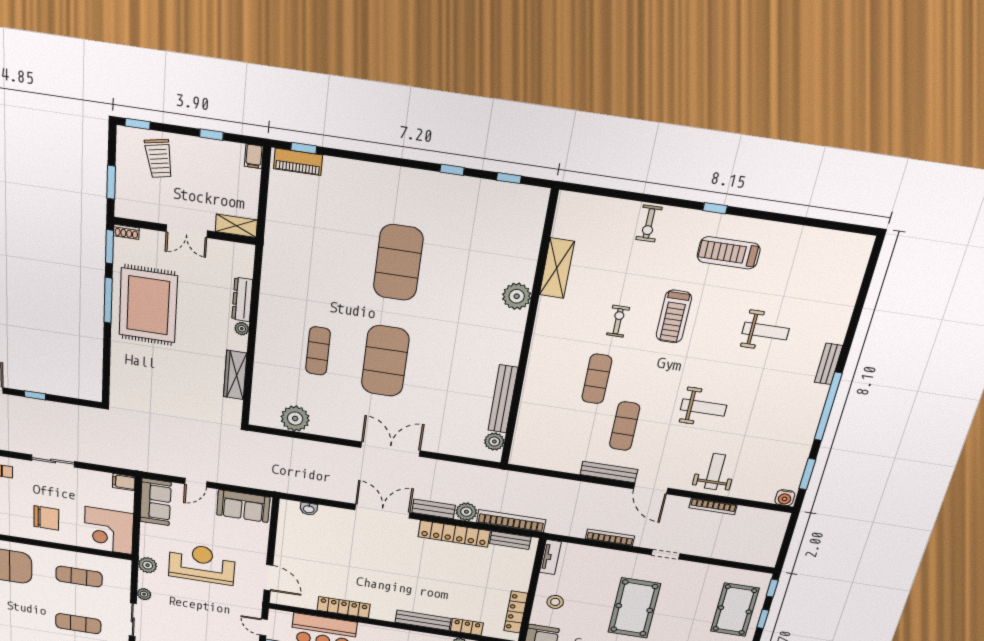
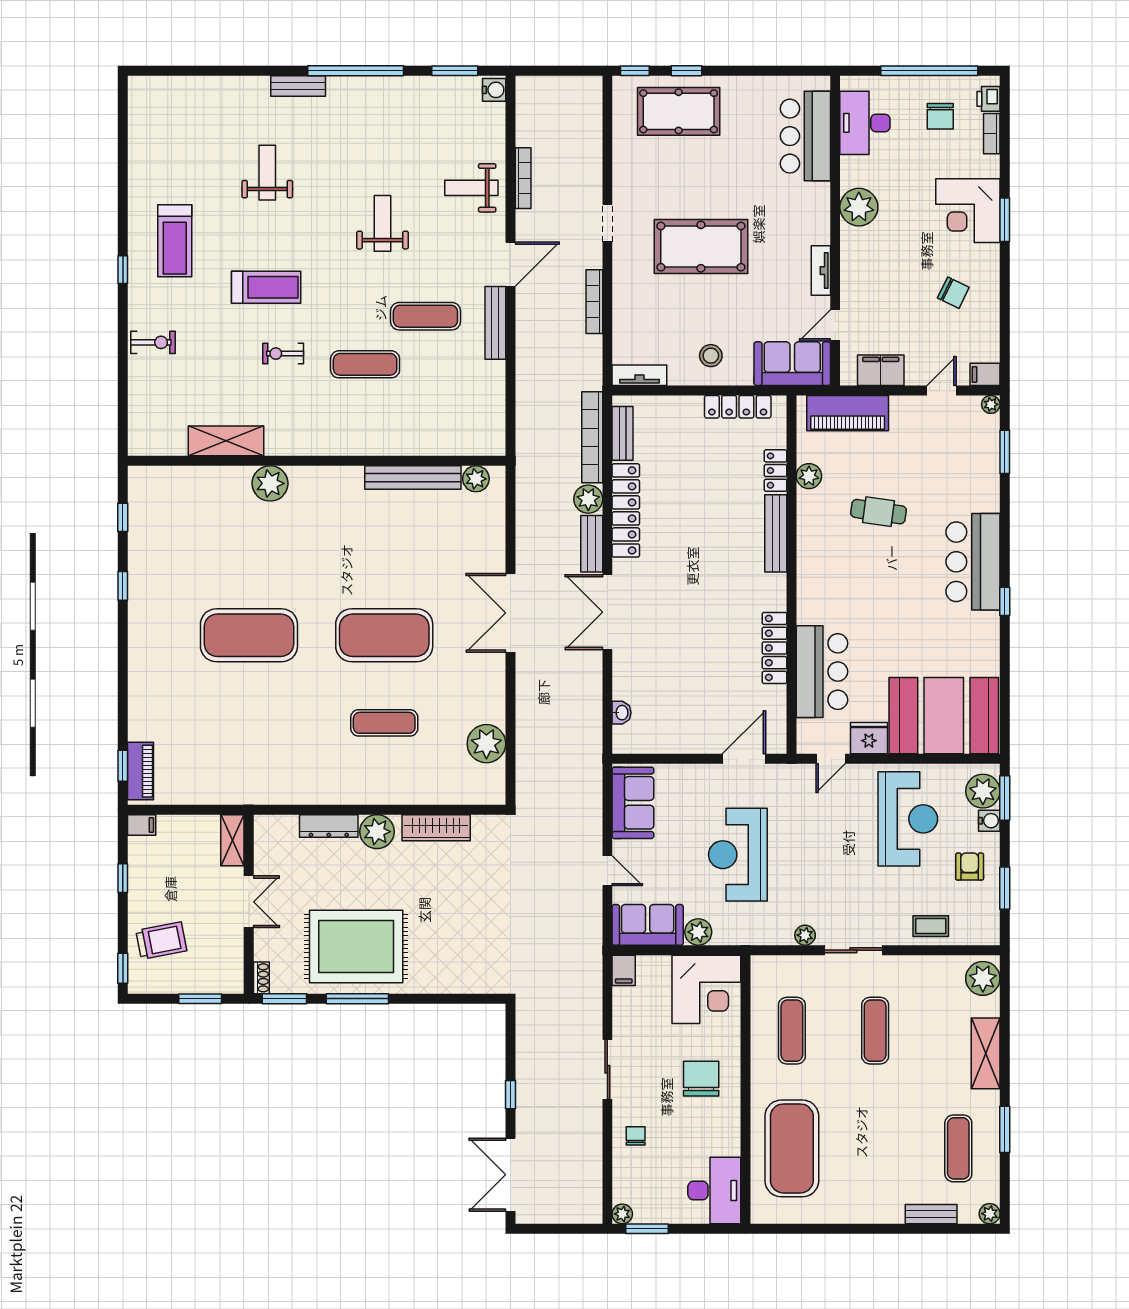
plant: (242, 329) -> (377, 832), width x1.87, depth x1.87
plant: (148, 565) -> (698, 932), moved

